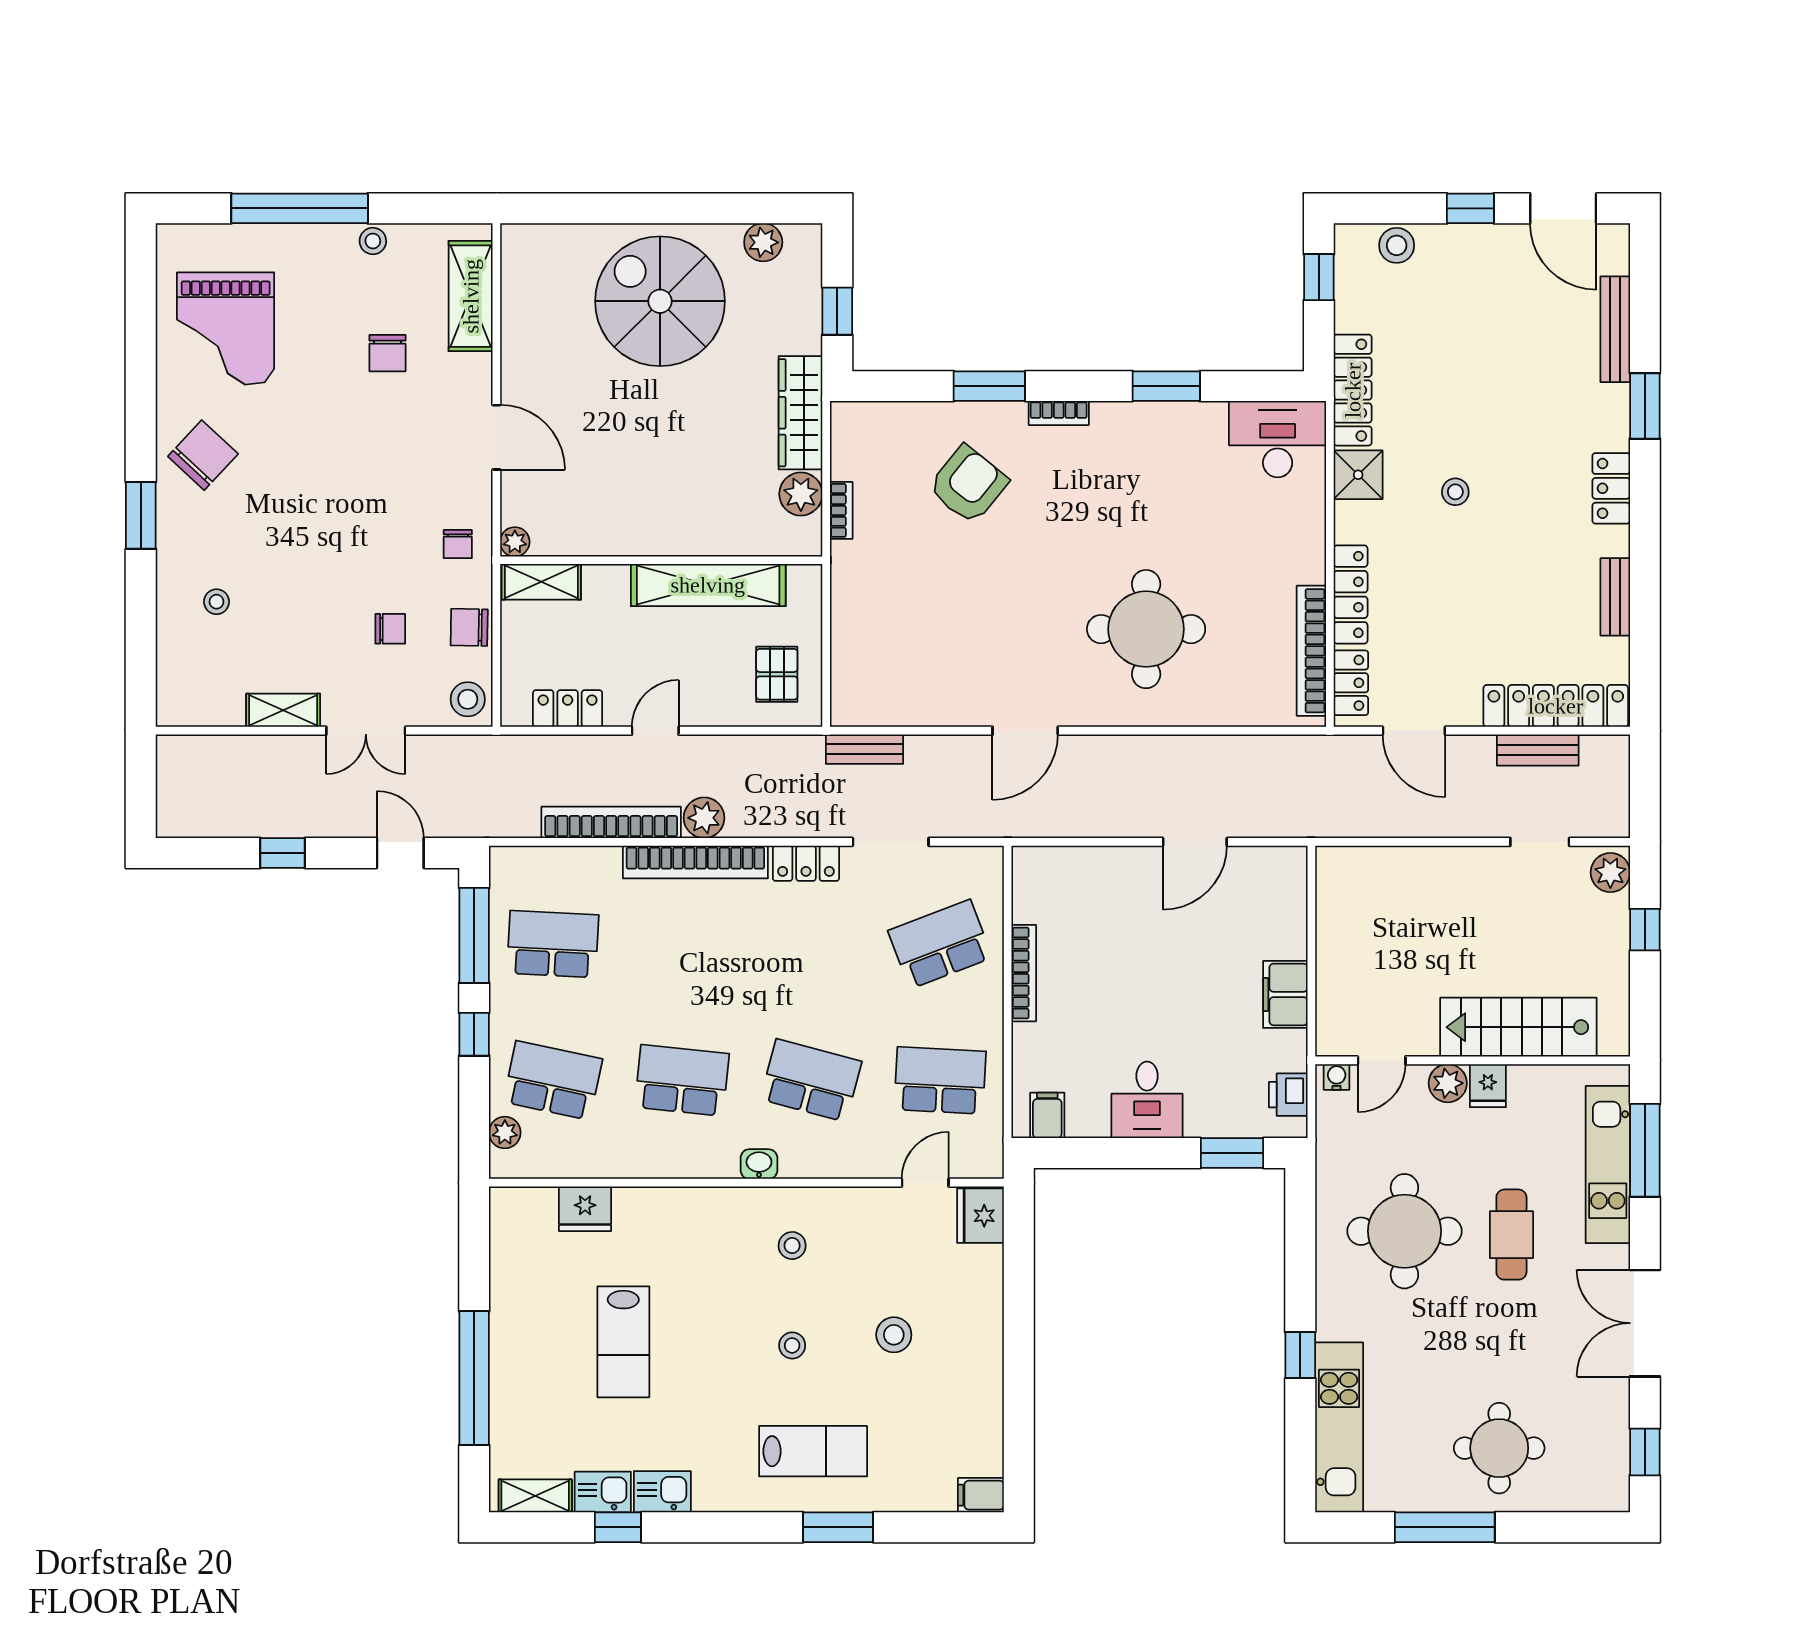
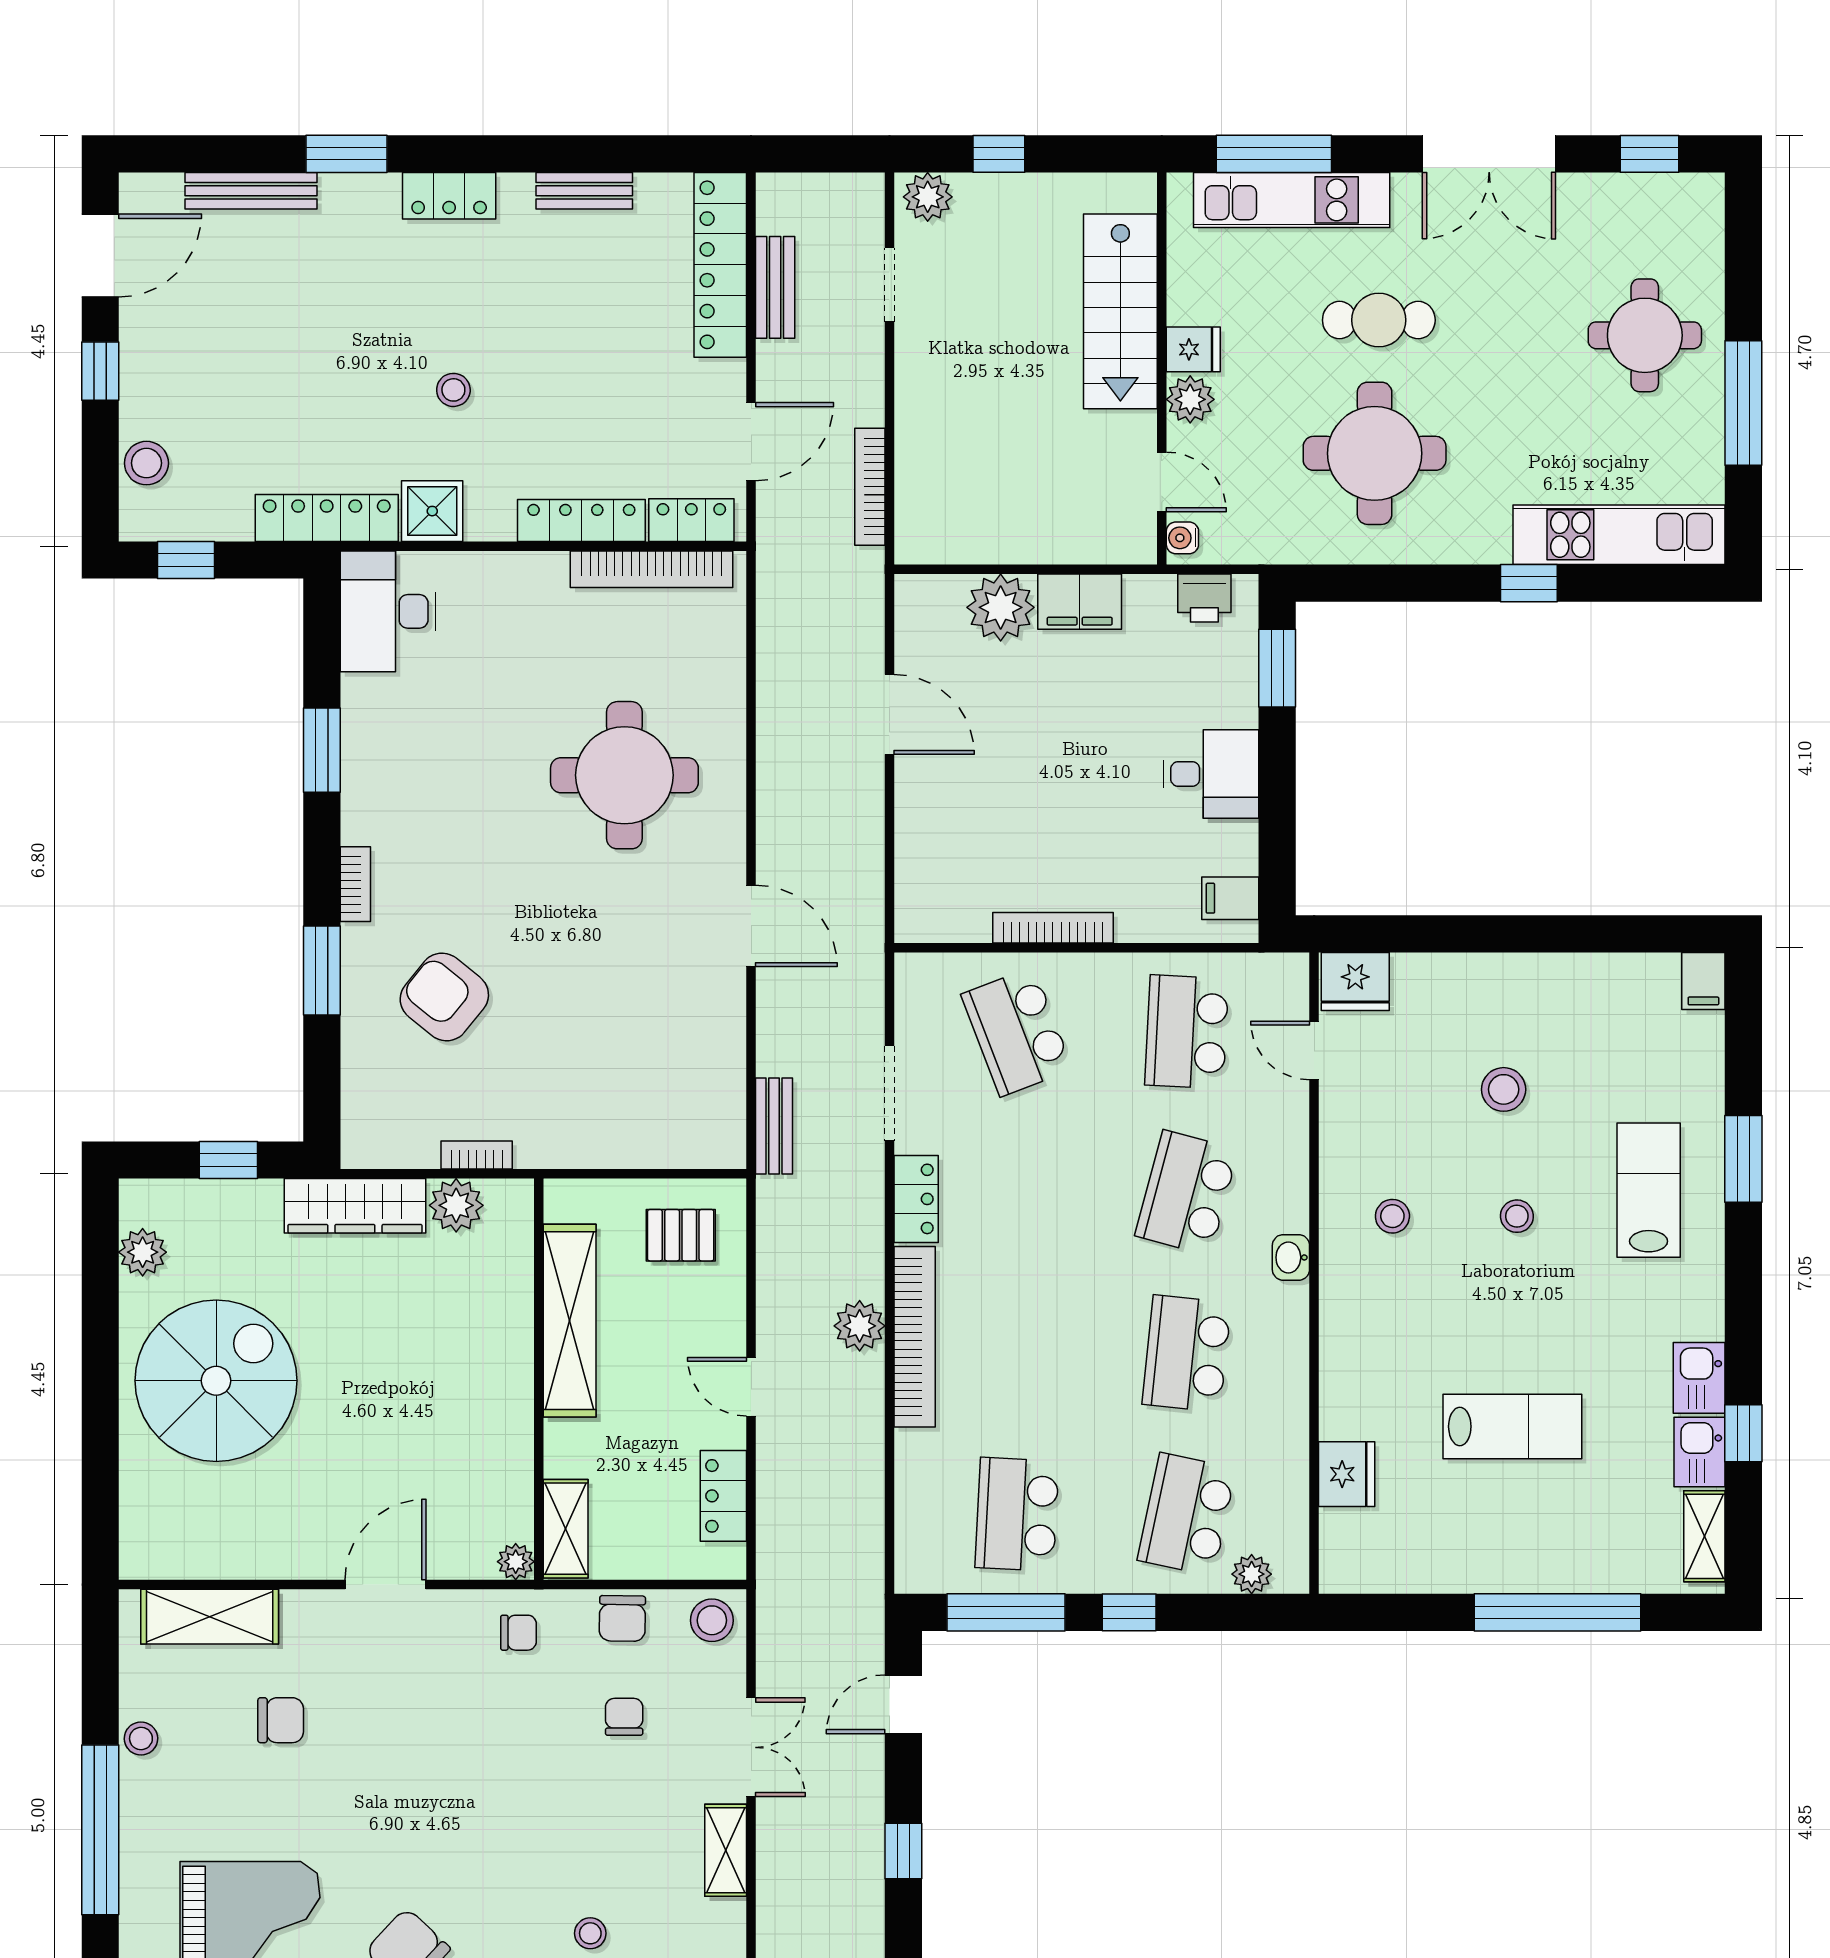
spiral stairs: (660, 301) -> (216, 1381), turned 180
bookcase: (611, 822) -> (870, 487), moved, width x0.68, depth x0.76
plant: (1281, 931) -> (1001, 607), added

